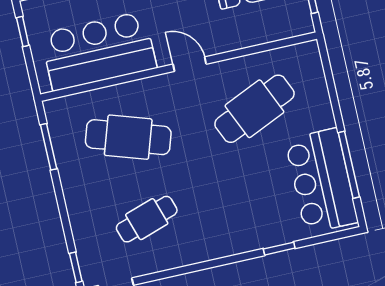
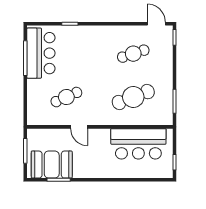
door: (190, 64) -> (79, 127), moved
cafe table: (254, 109) -> (66, 97), width x0.73, depth x0.74
cafe table: (128, 137) -> (133, 97), turned -39

